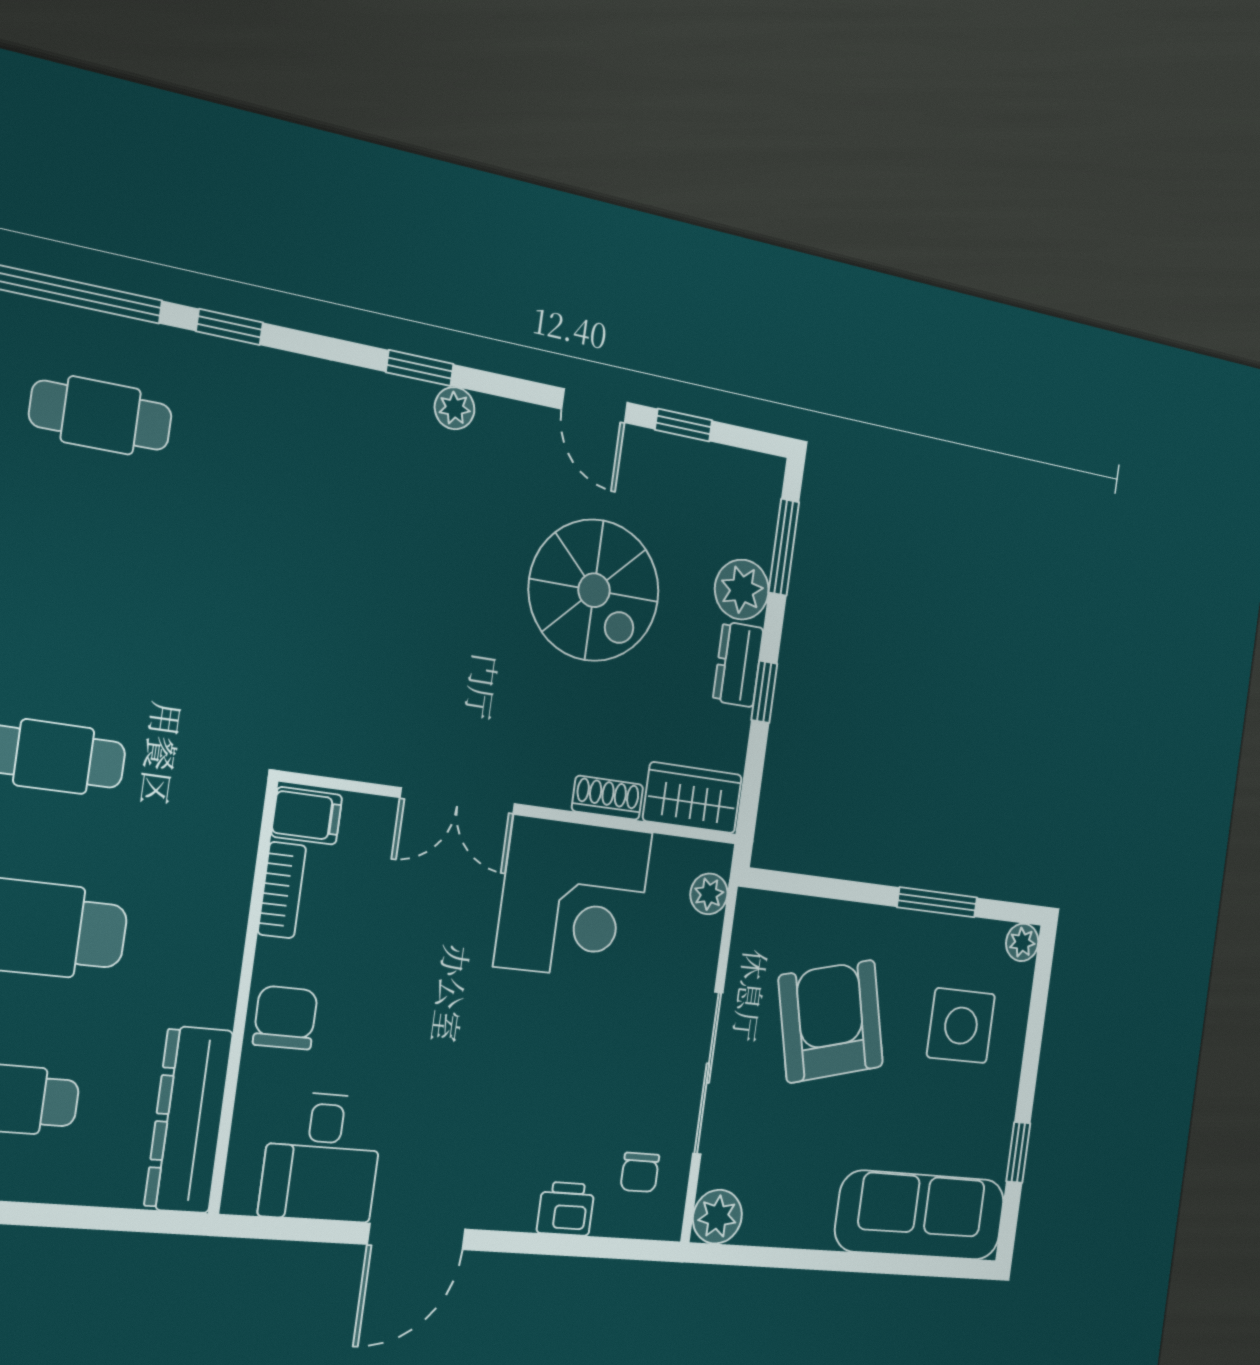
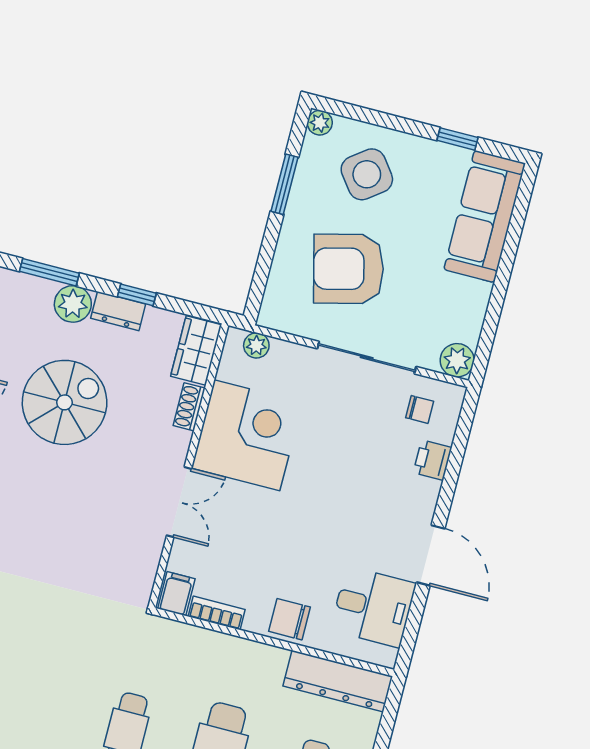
side table: (961, 1026) -> (367, 174), turned -37

